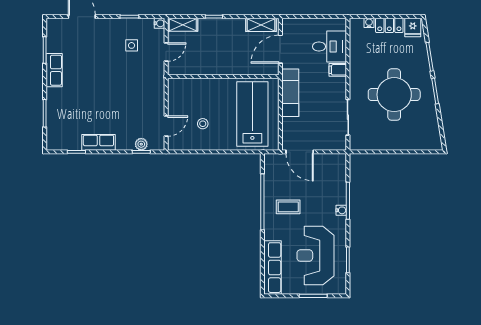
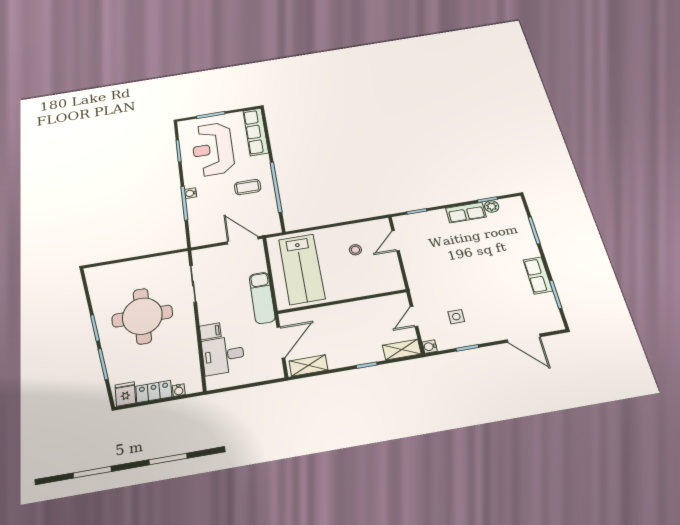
plant: (141, 144) -> (492, 206), moved
reception desk: (315, 256) -> (213, 149), turned 180

